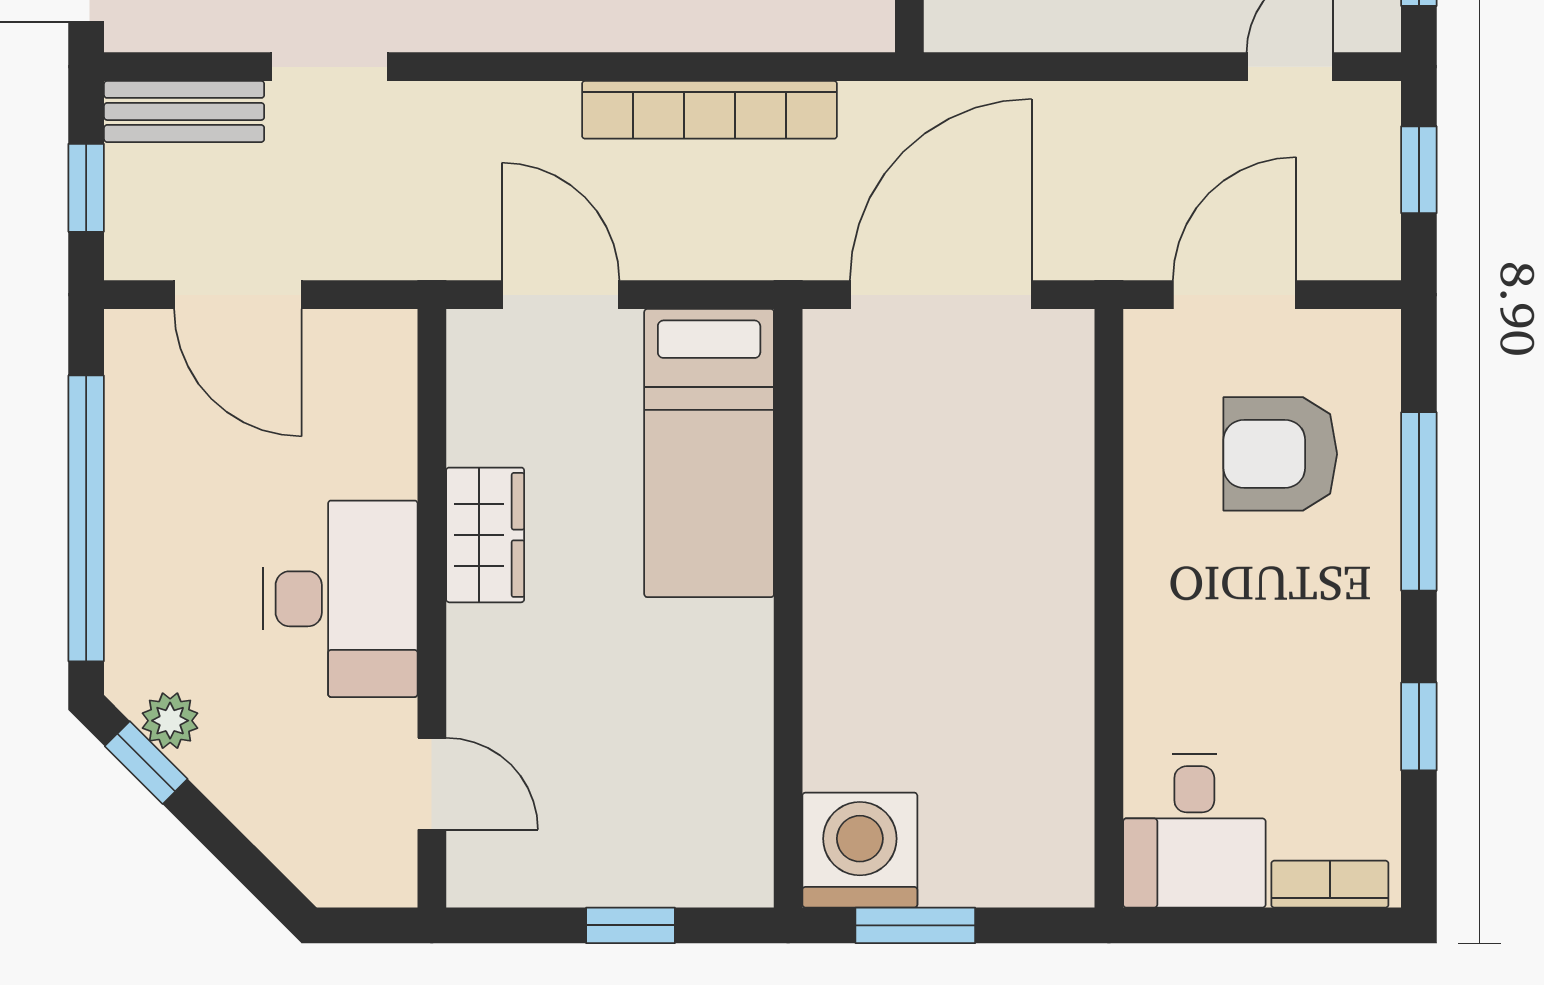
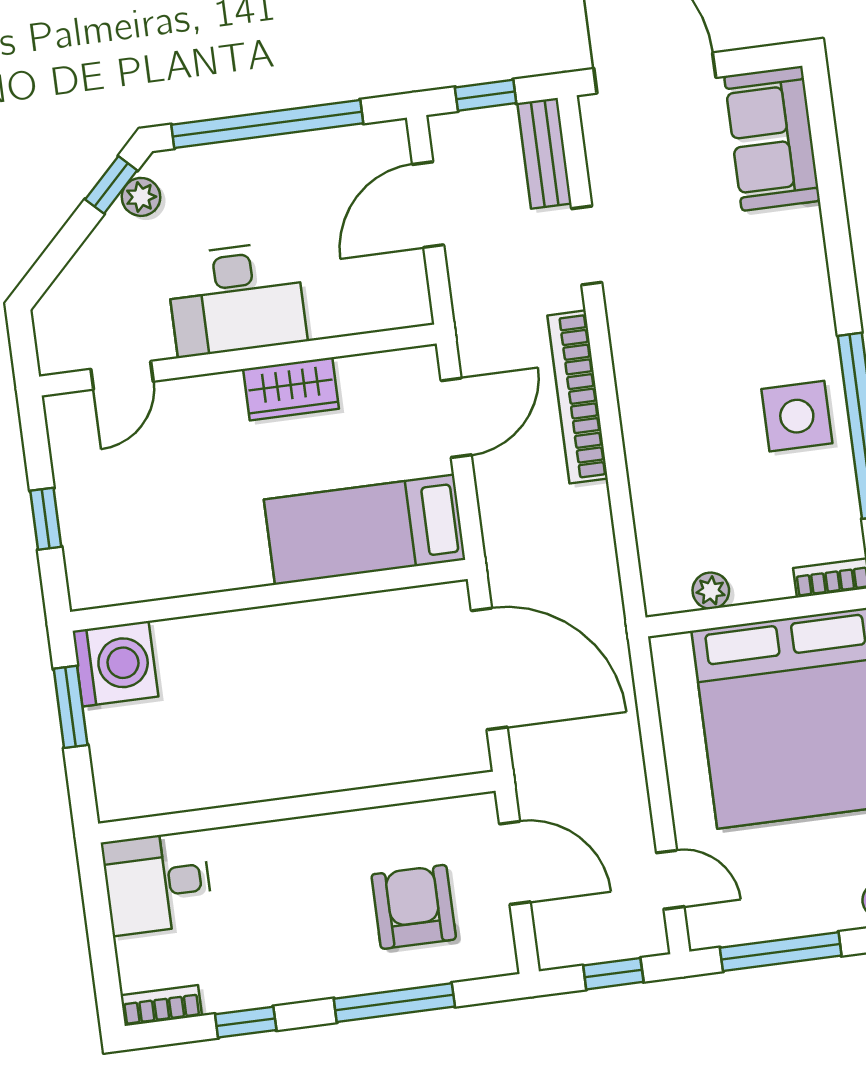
bookcase: (710, 110) -> (578, 397), moved
bookcase: (1330, 884) -> (161, 1006), moved, turned -90

